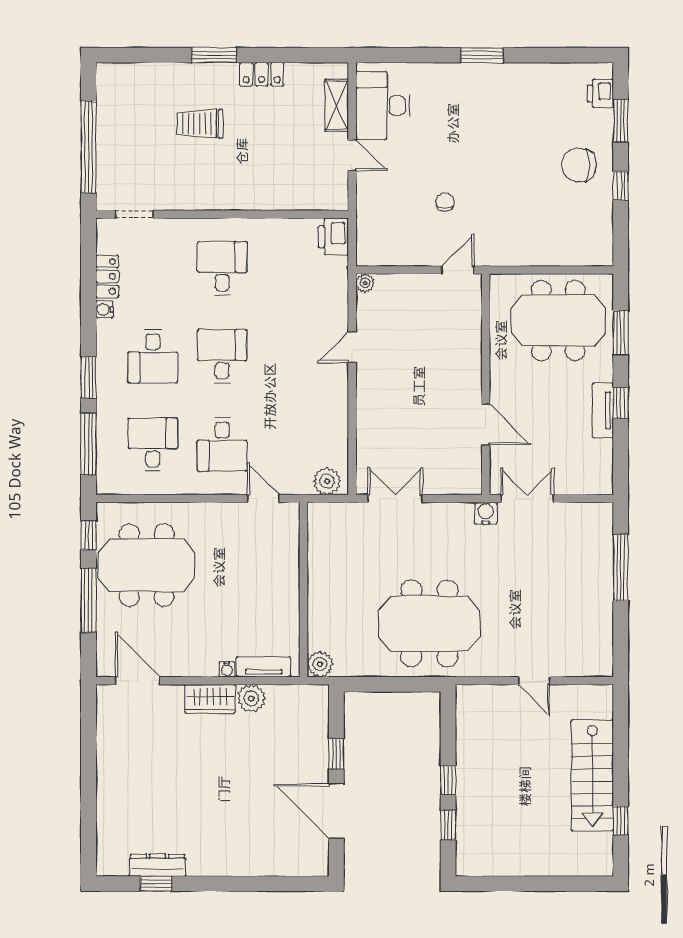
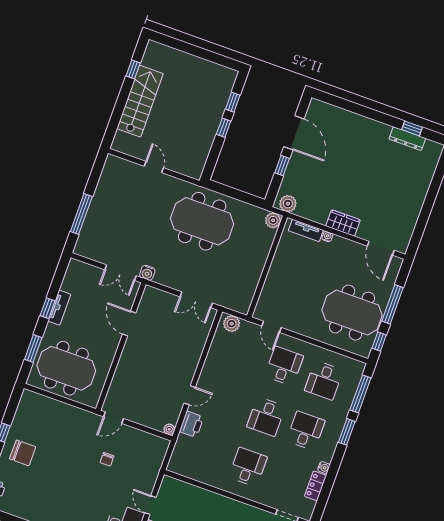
printer: (333, 237) -> (191, 424), moved
desk: (222, 268) -> (248, 467), turned 180
plant: (251, 698) -> (288, 204), moved

